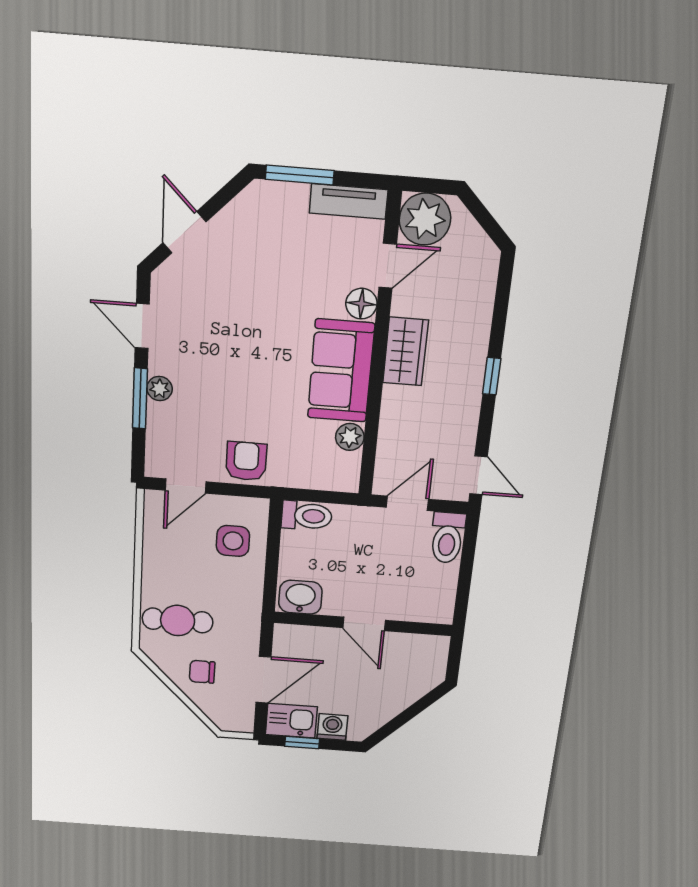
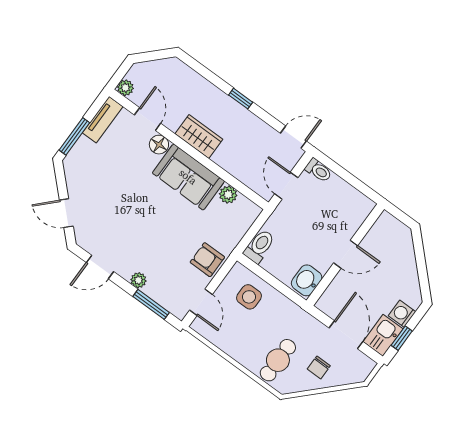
plant: (425, 219) -> (125, 88), width x0.53, depth x0.53
window: (140, 399) -> (151, 304), moved
toilet: (447, 538) -> (318, 170), width x0.73, depth x0.72

